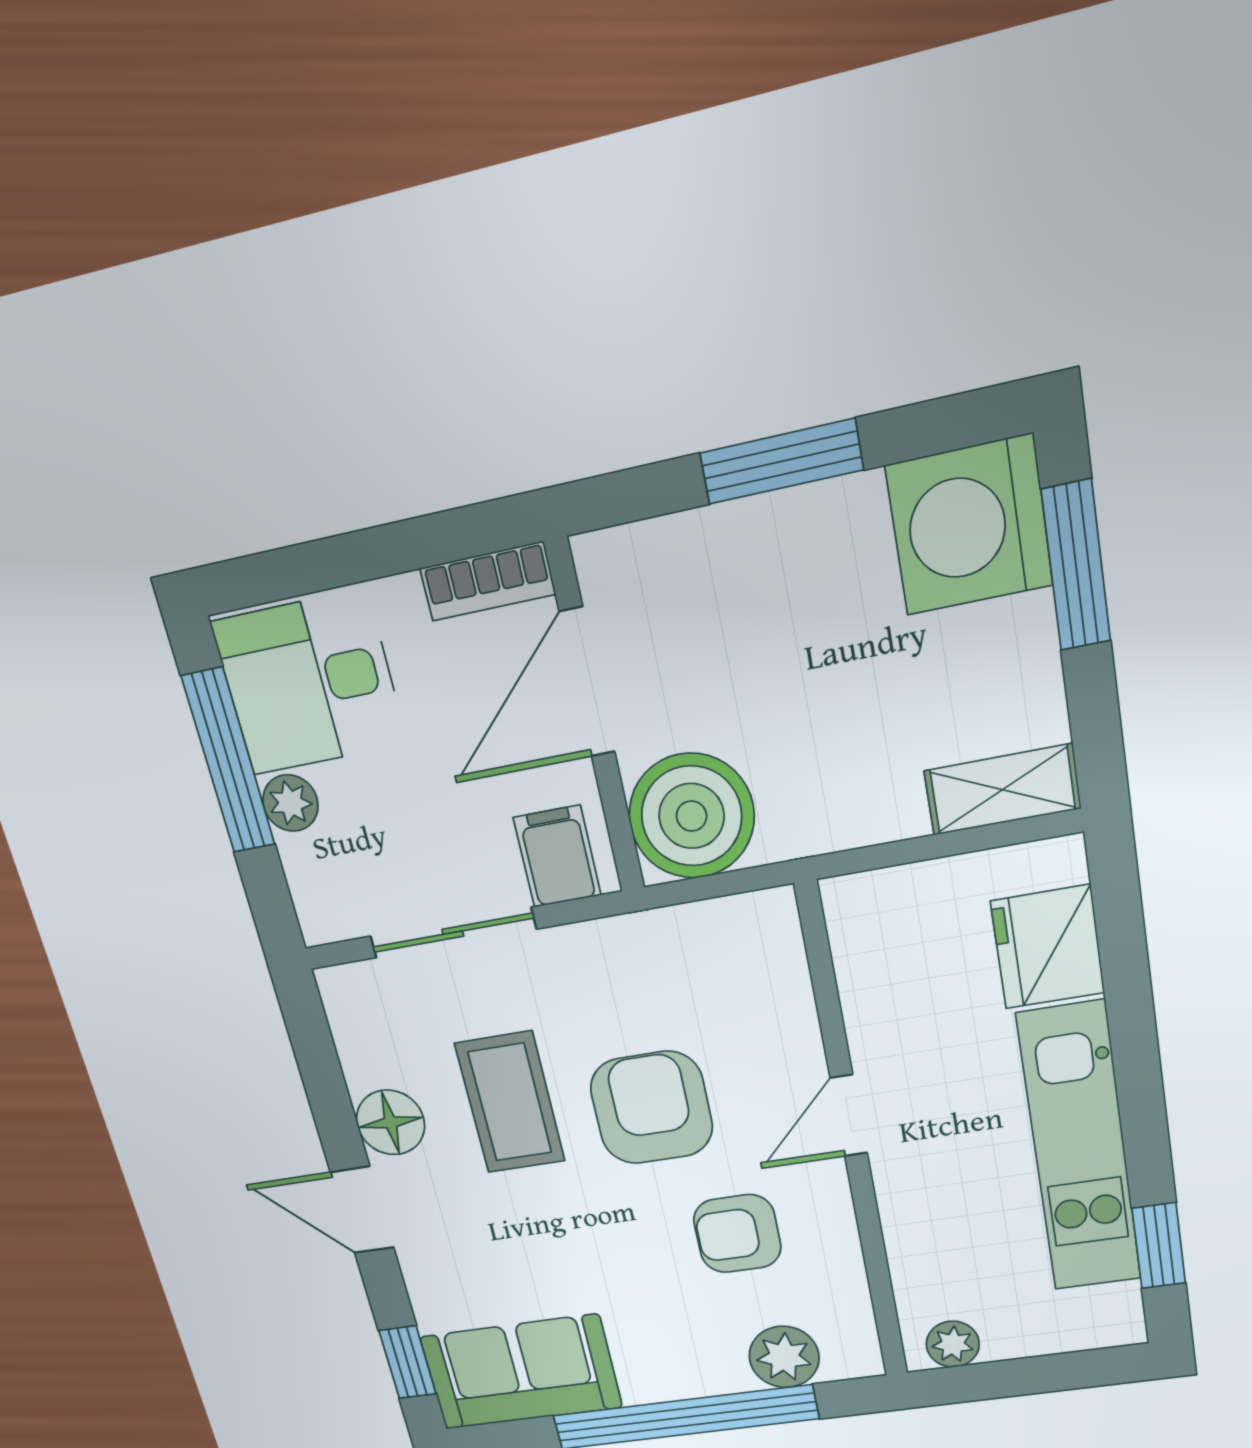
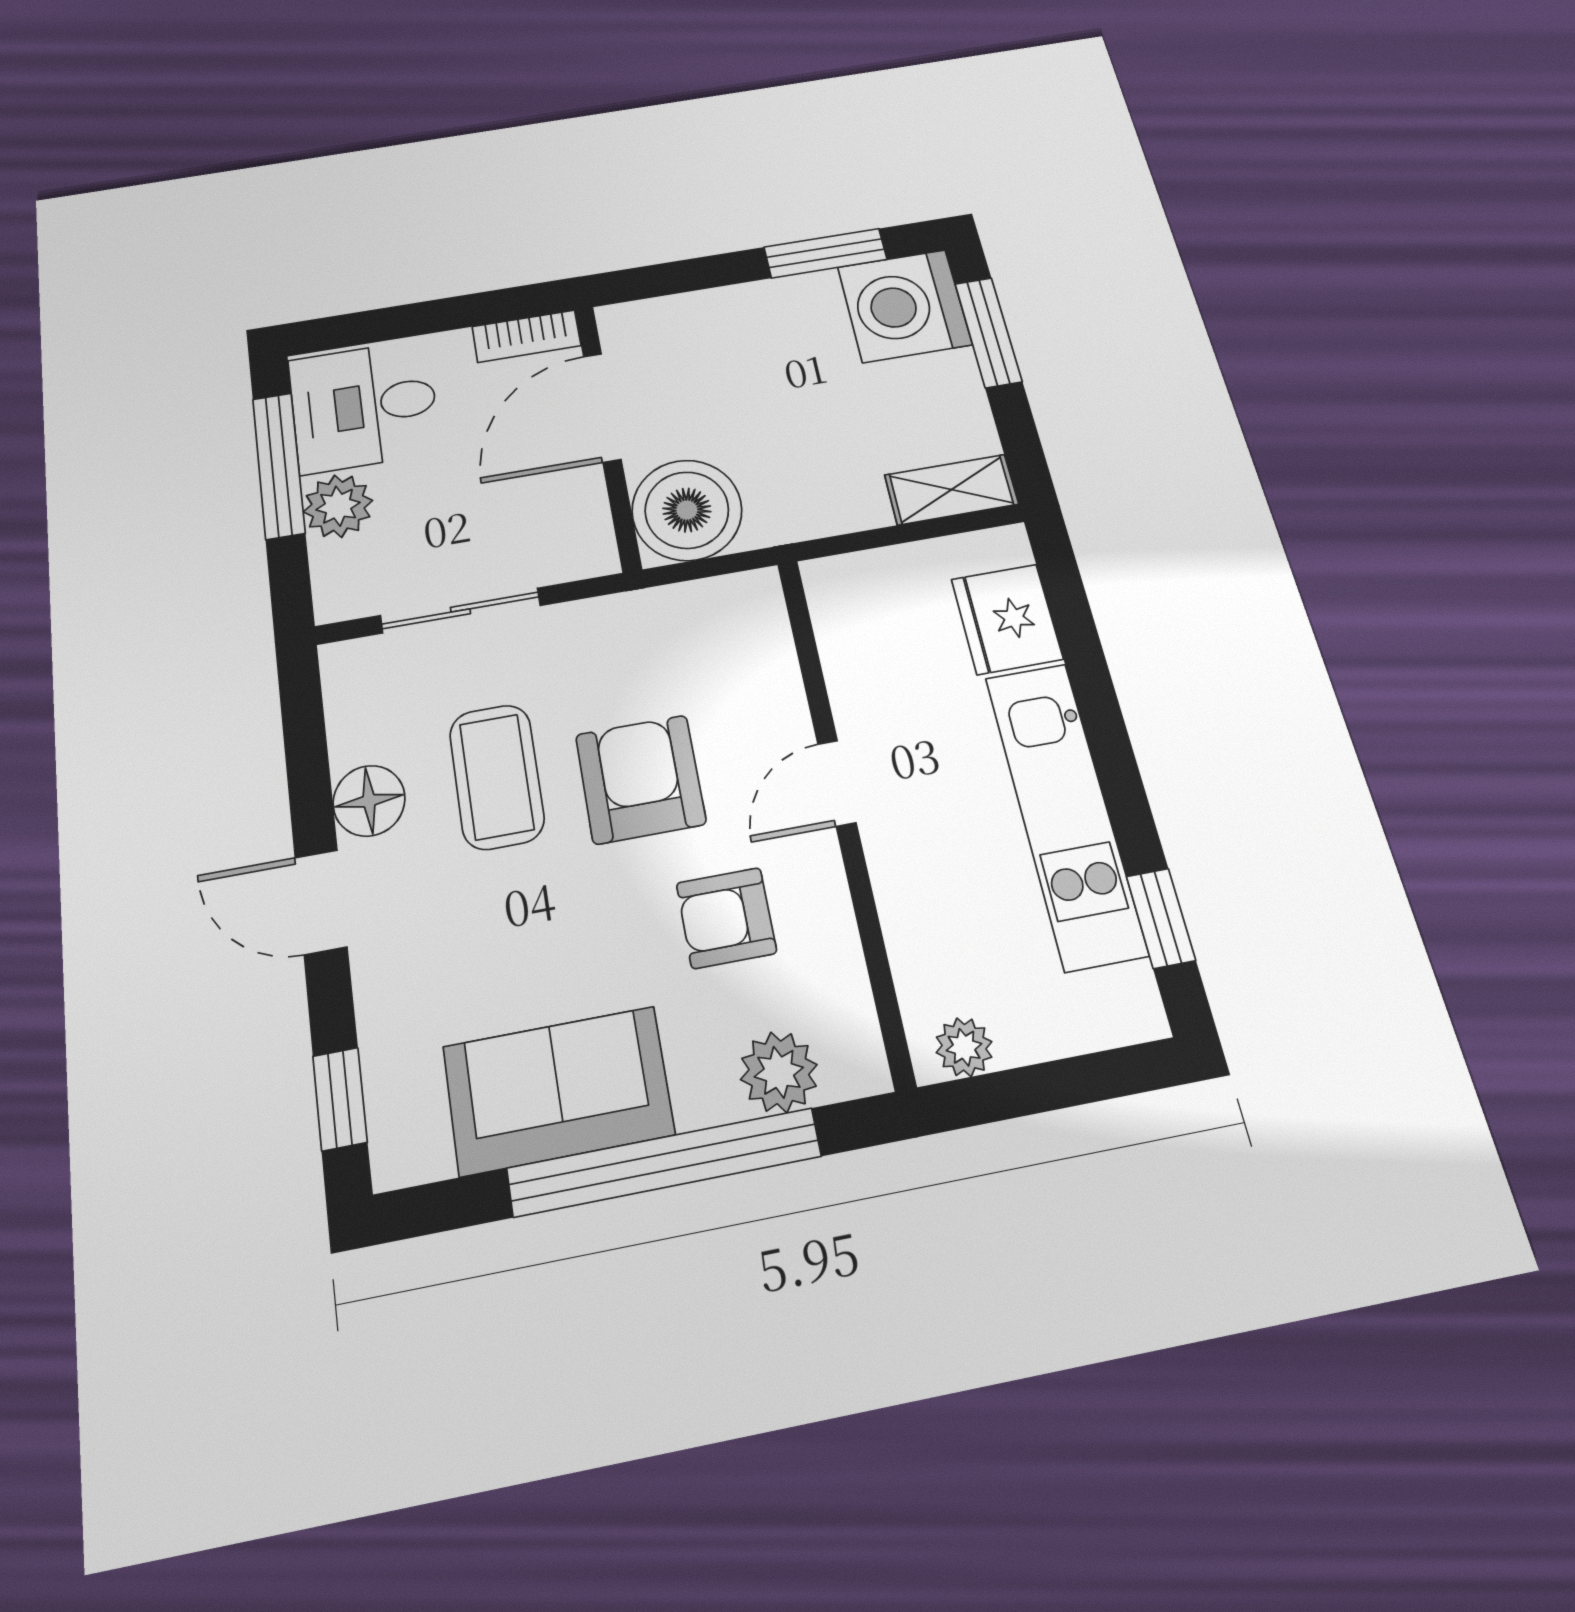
window: (781, 461) -> (825, 253), moved
plant: (290, 803) -> (338, 506), width x1.38, depth x1.38
filing cabinet: (557, 856) -> (565, 543), removed
sofa: (521, 1372) -> (558, 1091), moved

